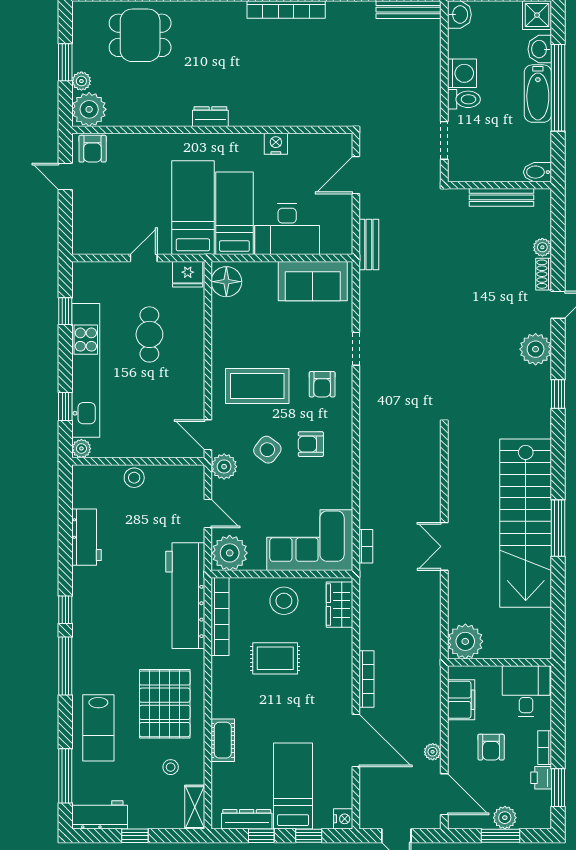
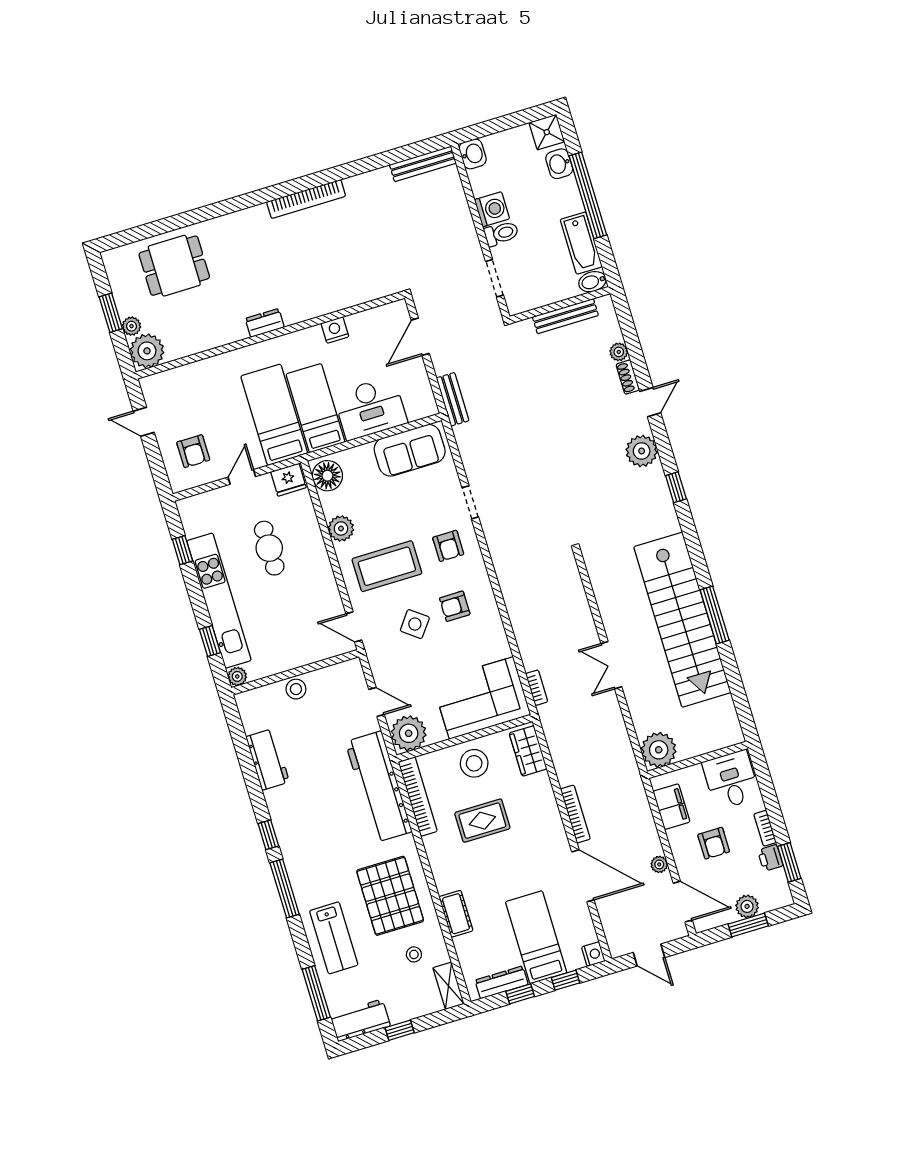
bathtub: (538, 94) -> (581, 243), moved
armchair: (93, 149) -> (193, 451), moved
plant: (224, 467) -> (341, 528), moved

